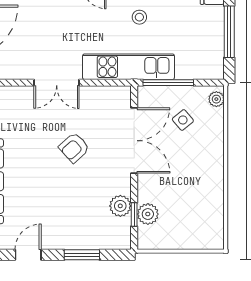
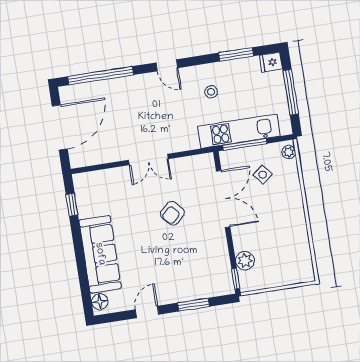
kitchen unit: (128, 67) -> (239, 131), moved
plant: (120, 206) -> (220, 257), removed
window: (134, 215) -> (236, 279), moved

